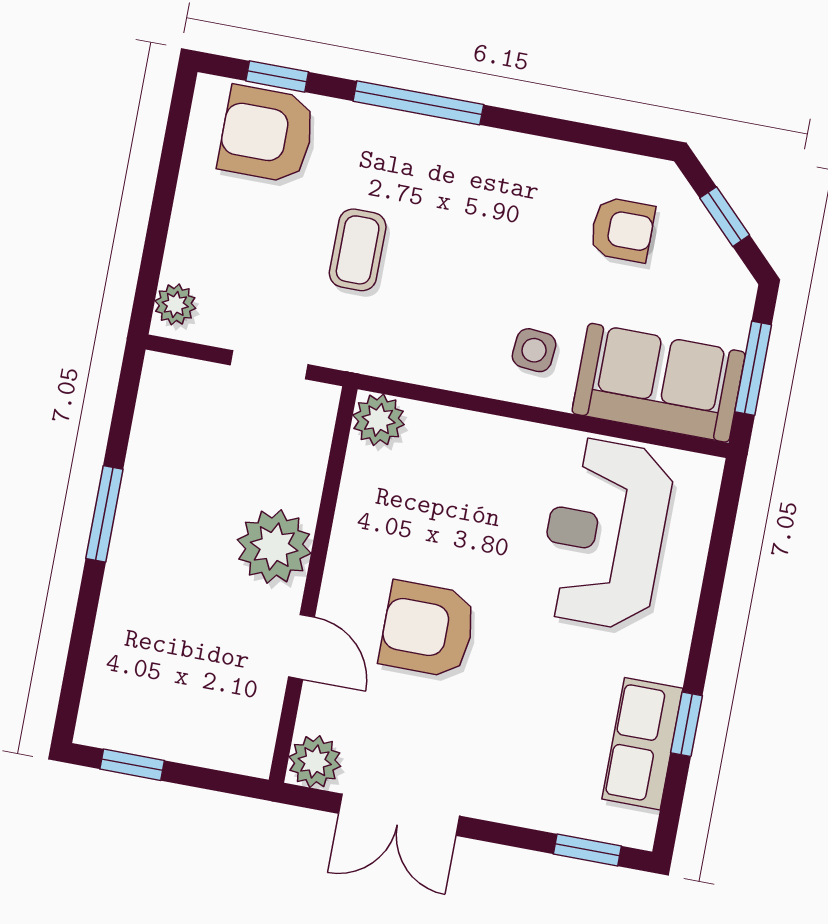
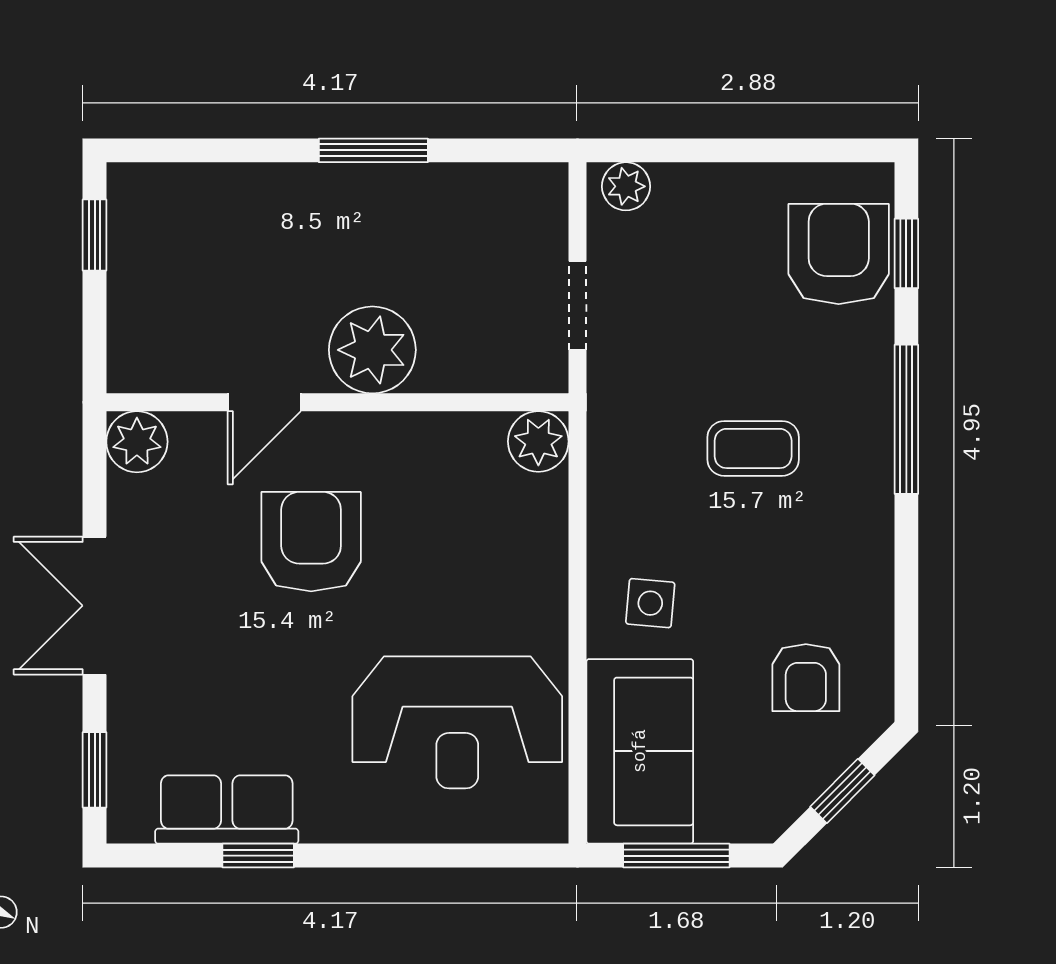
coffee table: (358, 250) -> (753, 448), moved
reception desk: (605, 534) -> (457, 722), turned 180
double door: (399, 815) -> (95, 606), moved

